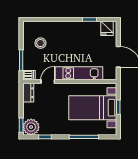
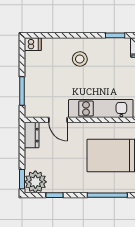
stool: (40, 43) -> (80, 59), moved
dishwasher: (29, 75) -> (33, 44), moved
door: (48, 82) -> (58, 120), swing flipped

